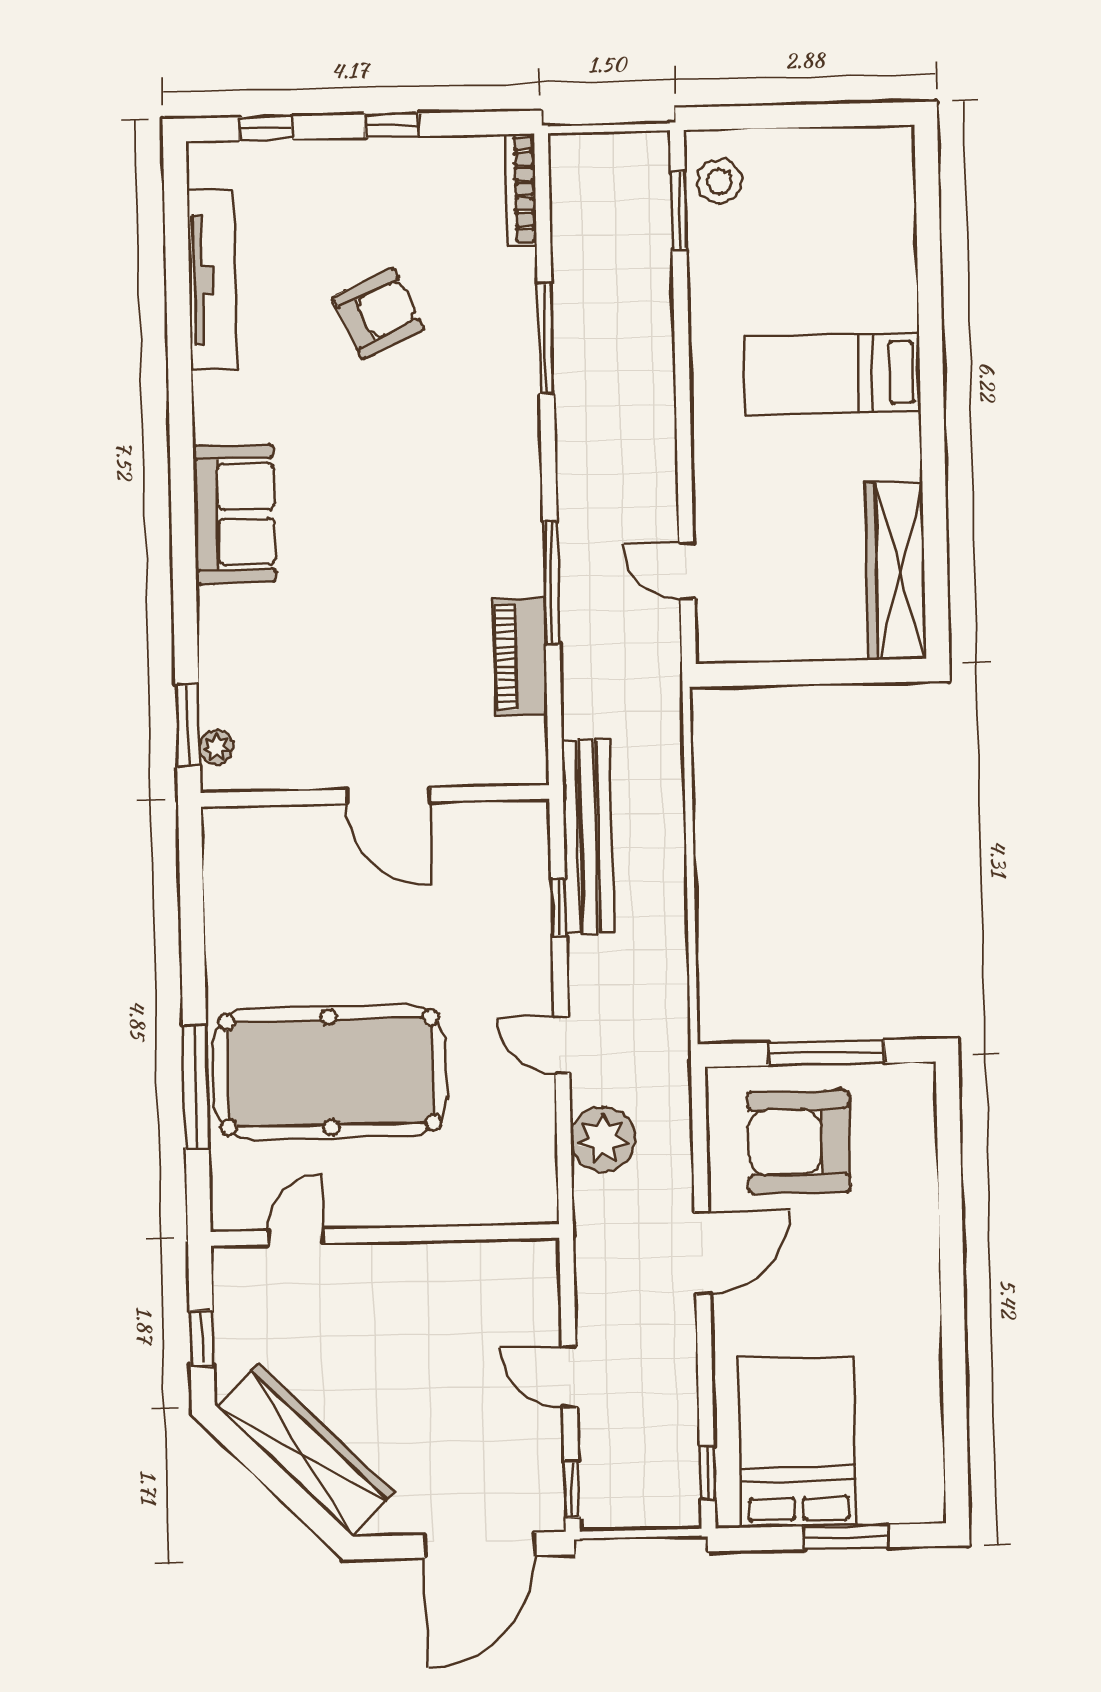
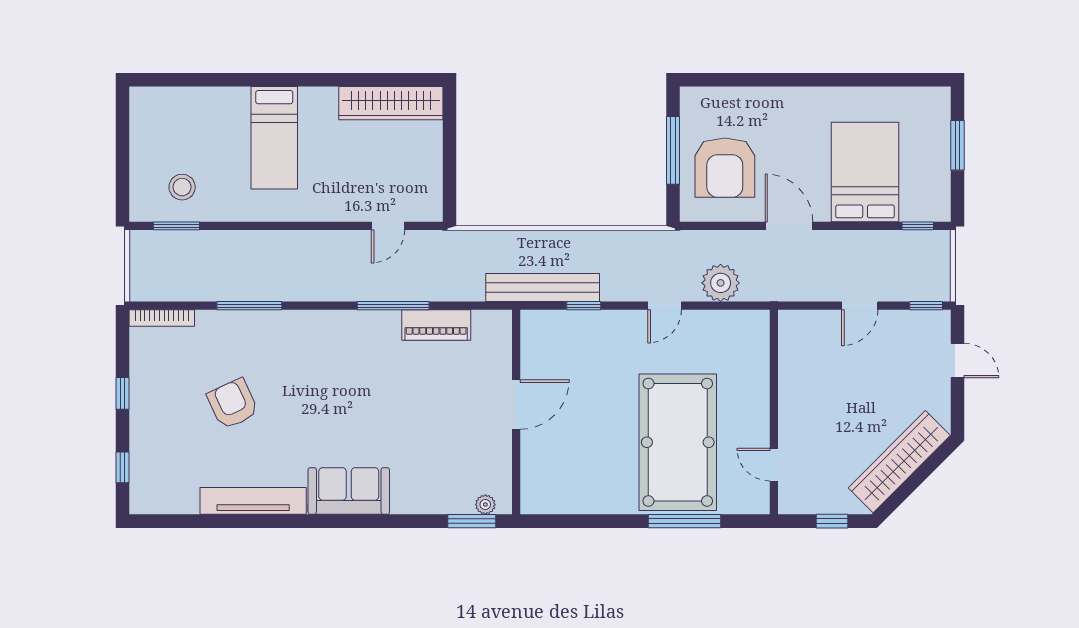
stool: (719, 181) -> (182, 187), moved
tv unit: (212, 279) -> (253, 501), moved
bed: (797, 1442) -> (865, 172), moved, turned 90
door: (480, 1545) -> (957, 361), width x0.53

